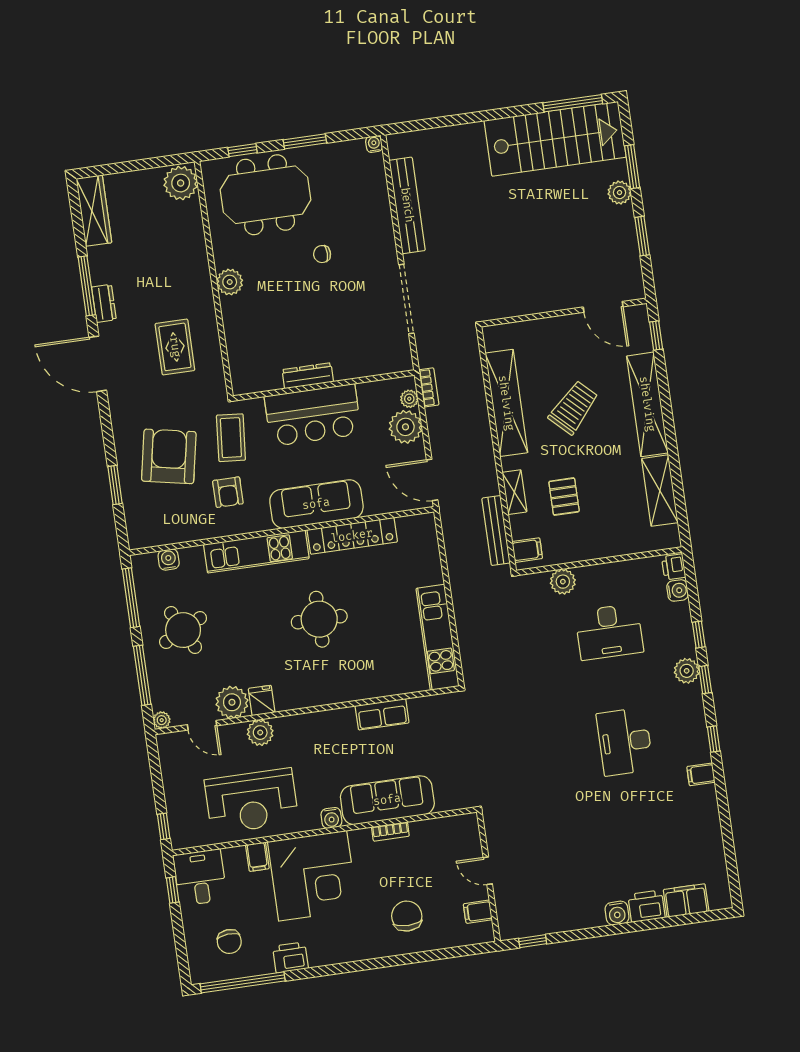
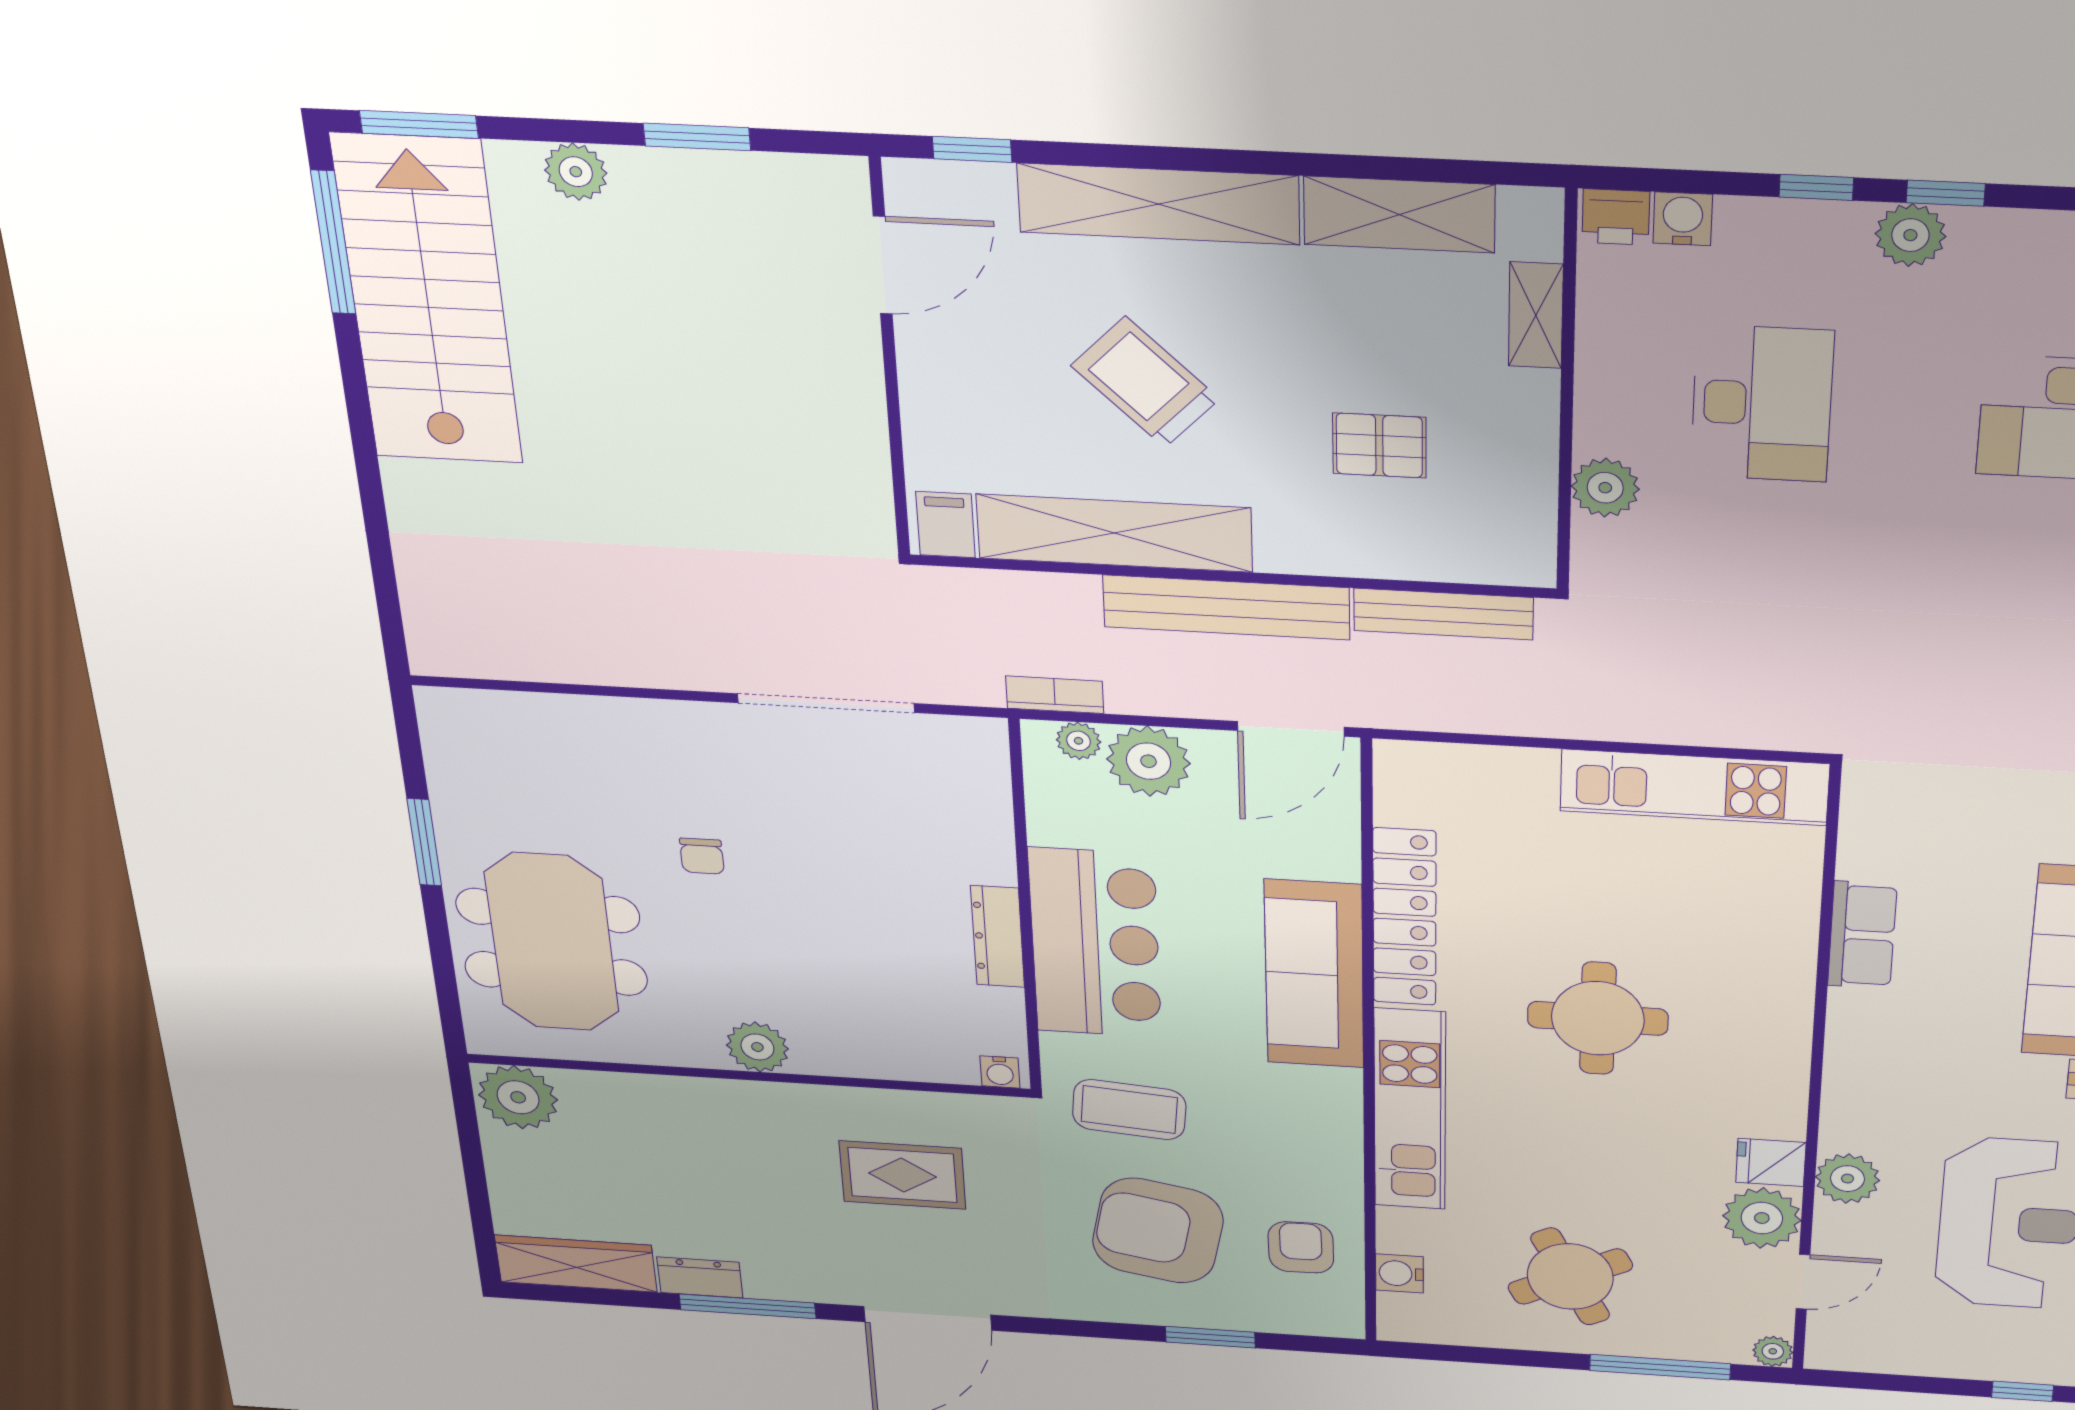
water cooler: (374, 144) -> (1000, 1072), moved, turned -90
window: (242, 150) -> (443, 968), removed
window: (632, 167) -> (419, 124), moved
bench: (407, 205) -> (1226, 607), moved
dresser: (104, 303) -> (700, 1277), moved
armchair: (228, 492) -> (1301, 1247), moved, turned -91
shelving: (514, 492) -> (1536, 315), moved, turned 90
filing cabinet: (527, 550) -> (946, 525), moved
window: (131, 598) -> (1476, 1355), removed

